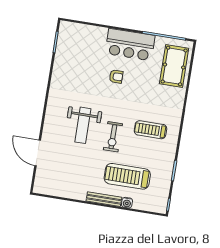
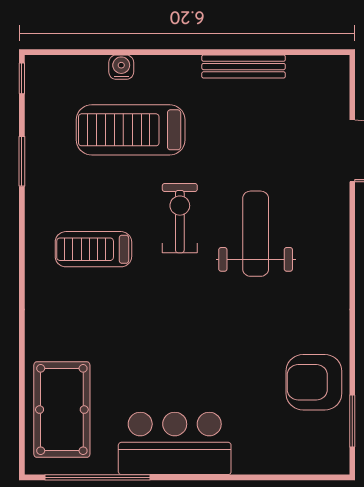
armchair: (116, 77) -> (314, 382), moved, width x1.88, depth x1.88
treadmill: (150, 130) -> (93, 249), turned 180
treadmill: (127, 176) -> (131, 130), turned 180
bench: (104, 199) -> (244, 67), moved

